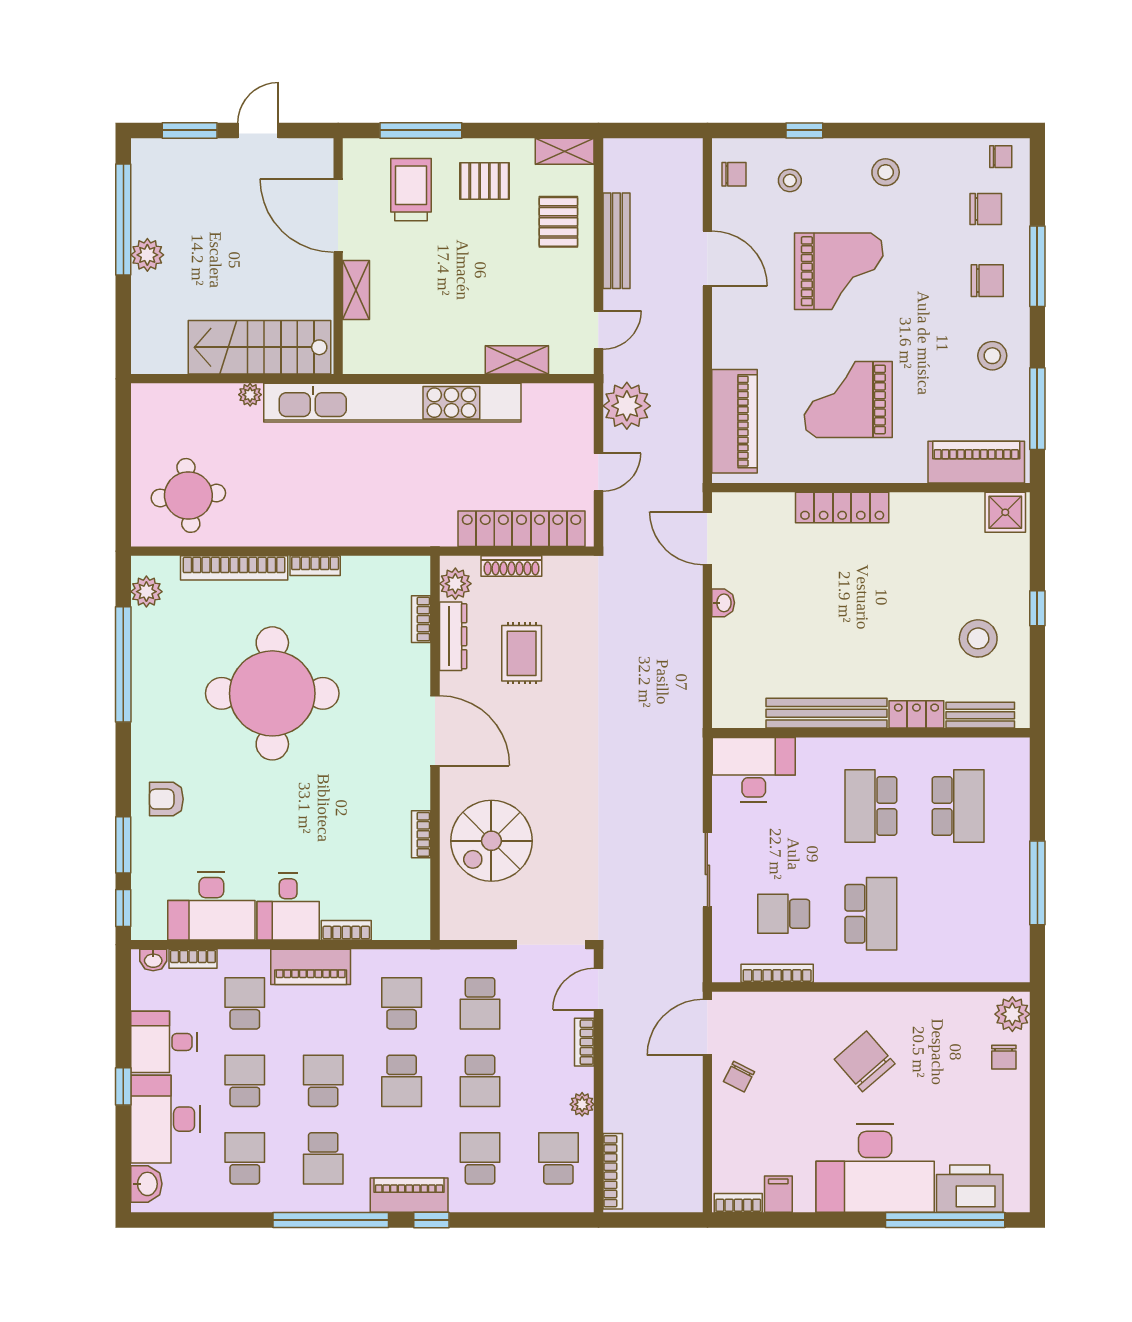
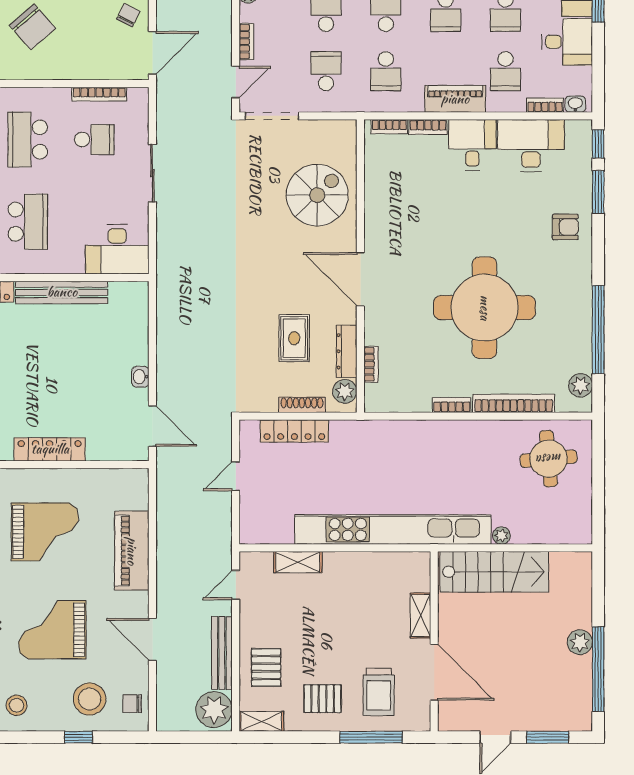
stool: (790, 181) -> (90, 699), width x1.89, depth x1.89
plant: (627, 406) -> (214, 710), moved
piano: (734, 421) -> (132, 551), moved
locker: (521, 529) -> (294, 431), width x0.71, depth x0.83
bookcase: (421, 834) -> (389, 127), moved, turned 90

